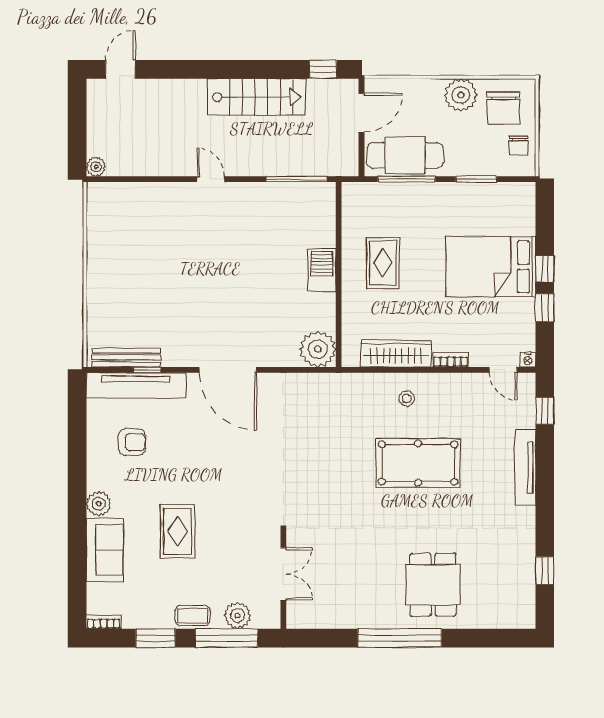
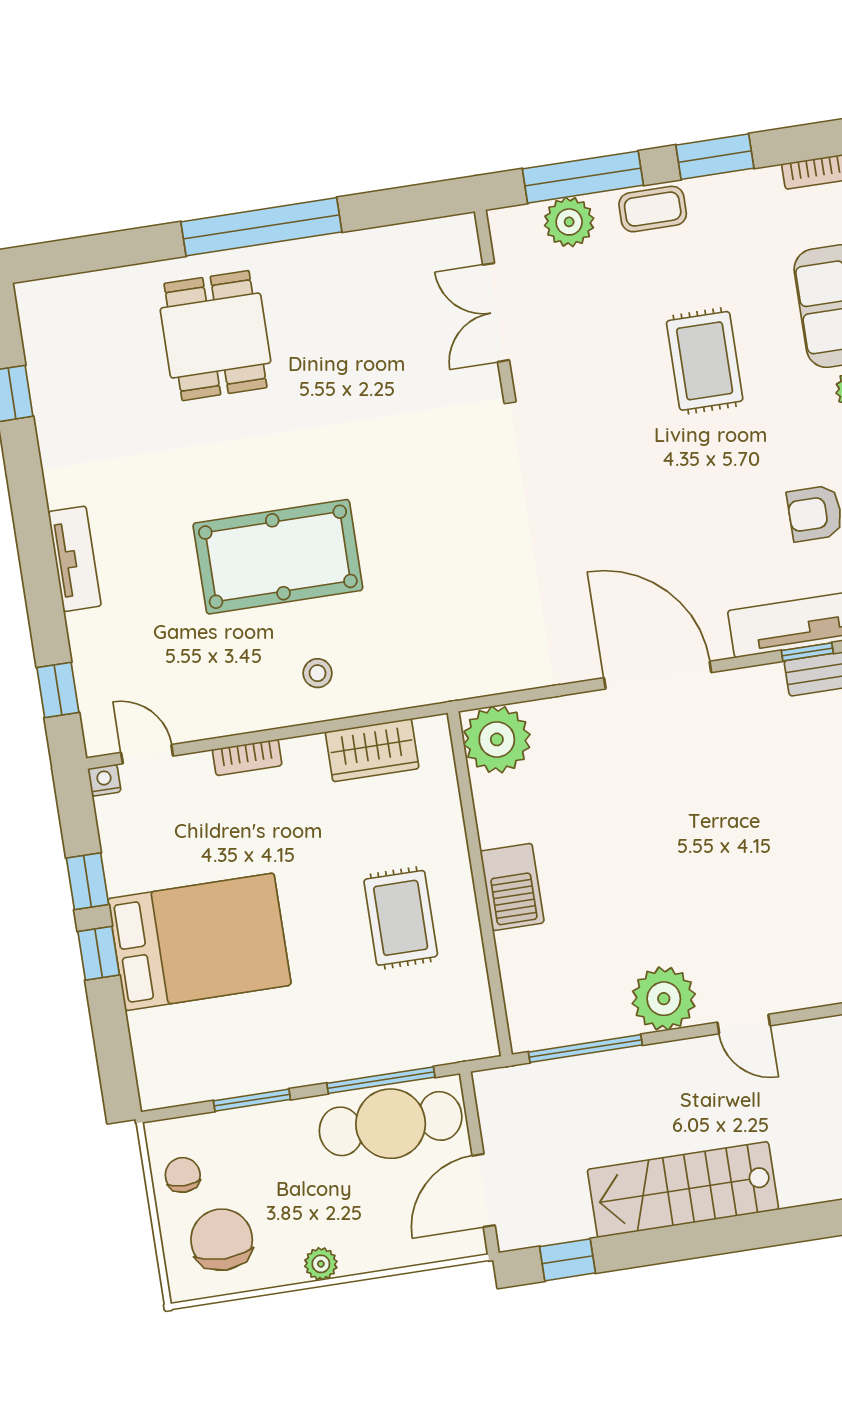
plant: (461, 95) -> (321, 1264), width x0.53, depth x0.53
plant: (251, 199) -> (664, 999), added
wardrobe: (396, 354) -> (372, 750), width x0.67
tv unit: (525, 468) -> (75, 559), width x0.71

